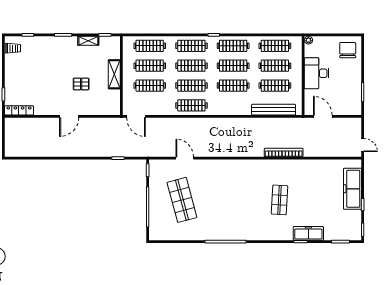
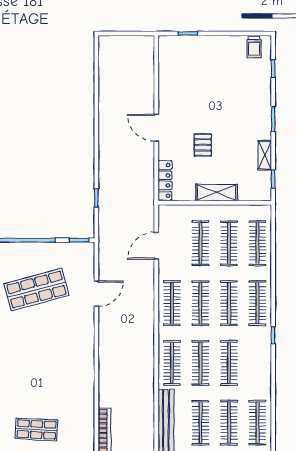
clothes rail: (233, 46) -> (172, 363), moved
locker: (19, 110) -> (165, 180), moved
door: (136, 116) -> (156, 246), moved

